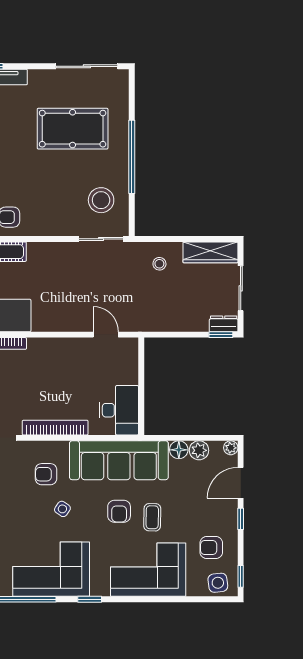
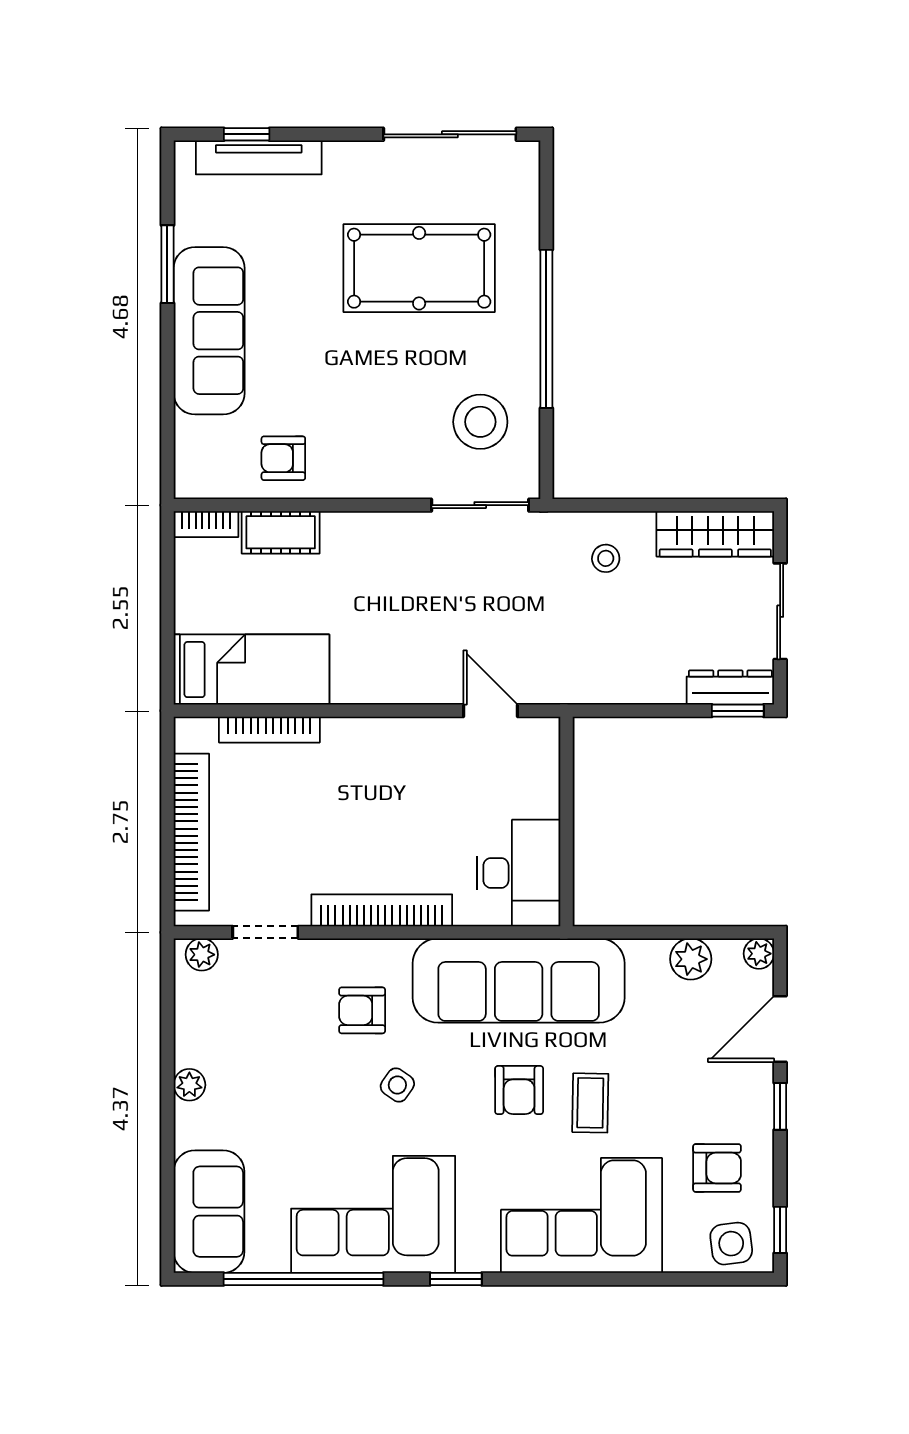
dresser: (224, 324) -> (730, 687), width x1.44
floor lamp: (179, 450) -> (647, 958), removed
armchair: (211, 548) -> (717, 1168), turned 180

